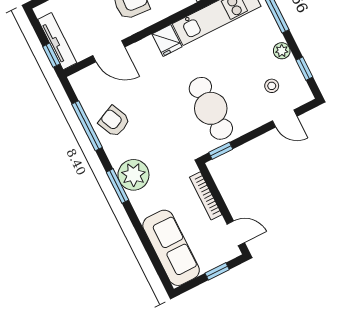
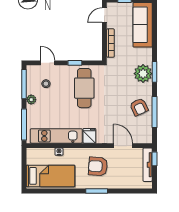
window: (304, 69) -> (24, 84), width x2.17
window: (221, 151) -> (75, 63), moved
door: (236, 233) -> (104, 15), hinge flipped

